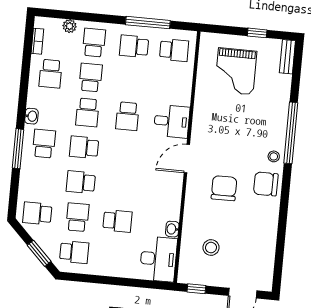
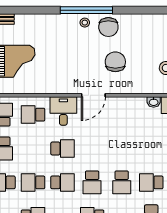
window: (291, 133) -> (86, 10), moved
door: (187, 159) -> (93, 95), hinge flipped
chair: (224, 188) -> (115, 62), turned 90
school desk: (117, 221) -> (33, 115), moved, turned -90

